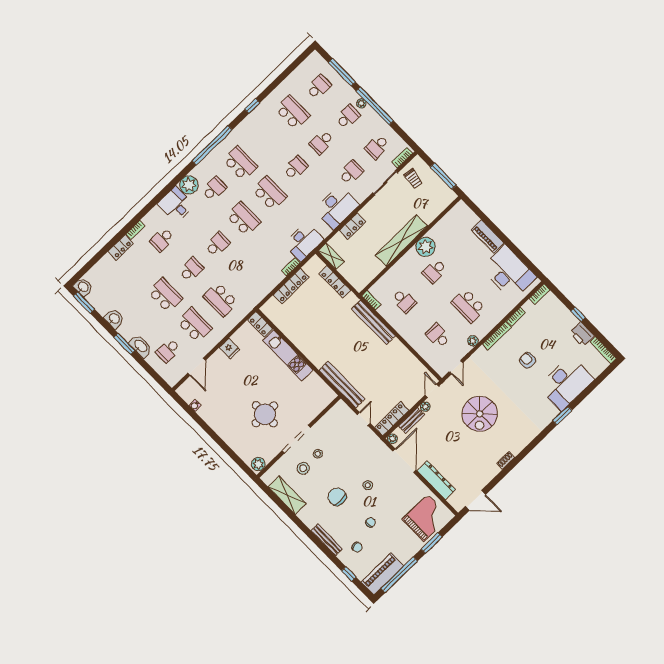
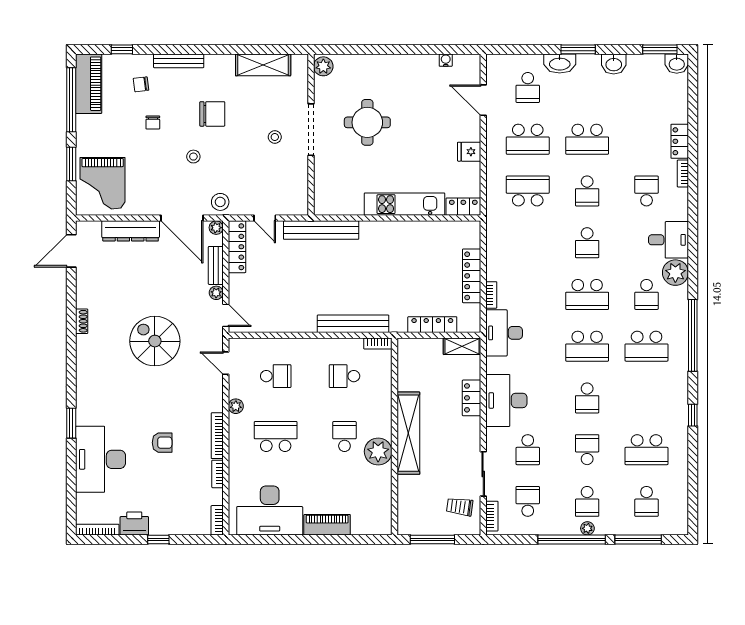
school desk: (168, 351) -> (528, 87), turned 180
stool: (303, 468) -> (220, 202), moved

